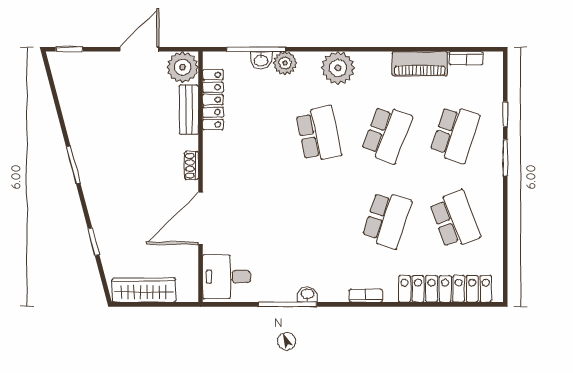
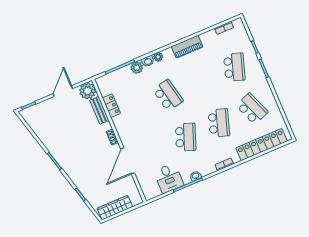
washbasin: (261, 60) -> (148, 61), moved
piano: (420, 64) -> (187, 47), moved
plant: (338, 68) -> (158, 57), width x0.53, depth x0.53
locker: (213, 100) -> (111, 106), width x0.66
school desk: (387, 134) -> (186, 137), moved
desk: (226, 277) -> (169, 178), moved, turned -90

